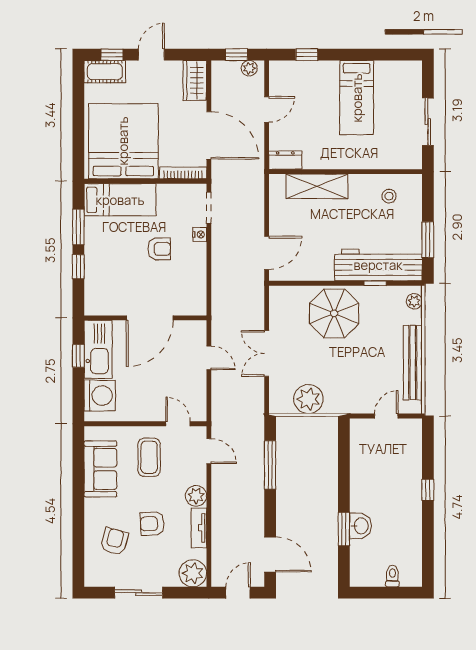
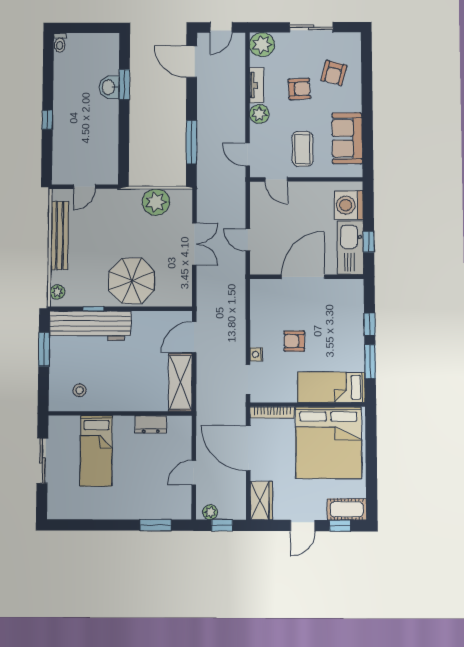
window: (307, 55) -> (156, 525), width x1.50
bed: (357, 98) -> (96, 451), moved, turned 180
dresser: (285, 160) -> (151, 424), moved
shelving: (317, 186) -> (180, 382), moved, turned 90
toilet: (392, 576) -> (60, 43), moved

